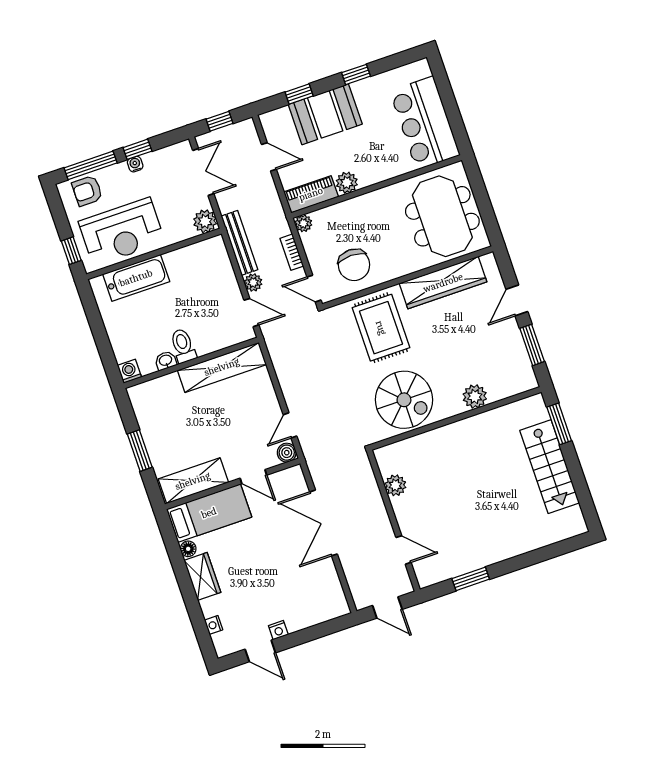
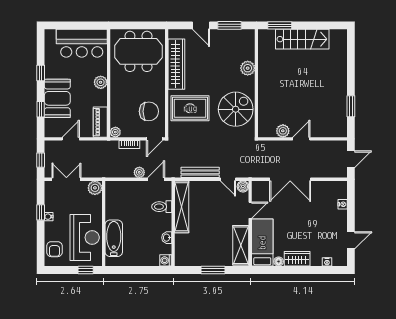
window: (91, 165) -> (41, 242), removed
plant: (347, 183) -> (101, 82), moved
bench: (239, 243) -> (200, 172), moved
toilet: (183, 346) -> (162, 207), moved
door: (404, 550) -> (301, 139), moved
nightstand: (278, 630) -> (343, 204), moved

